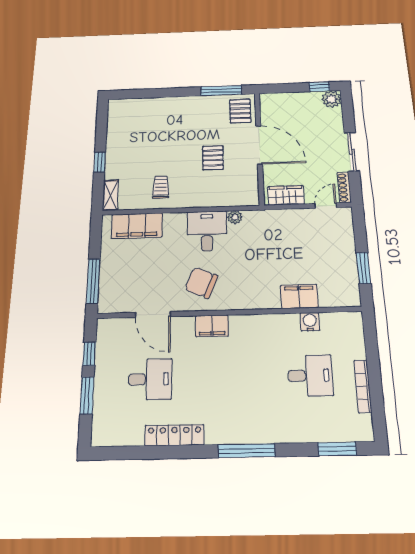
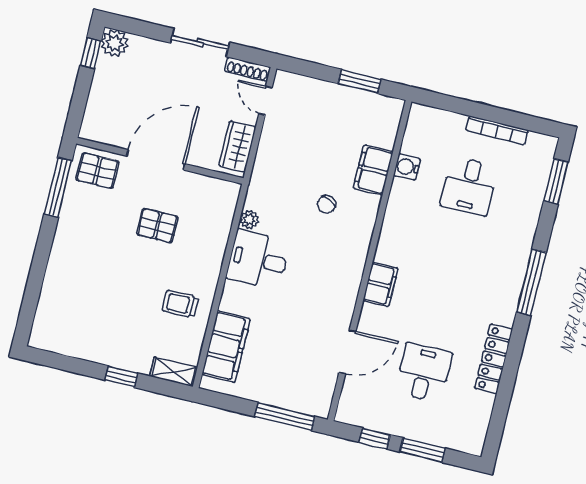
chair: (201, 283) -> (326, 204), moved, width x0.54, depth x0.54
desk: (310, 375) -> (469, 186), turned 180

